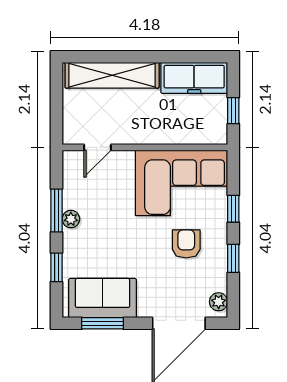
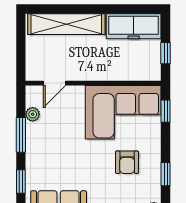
window: (233, 209) -> (166, 111), moved
plant: (71, 219) -> (33, 114), moved
armchair: (186, 244) -> (127, 162), turned 180

